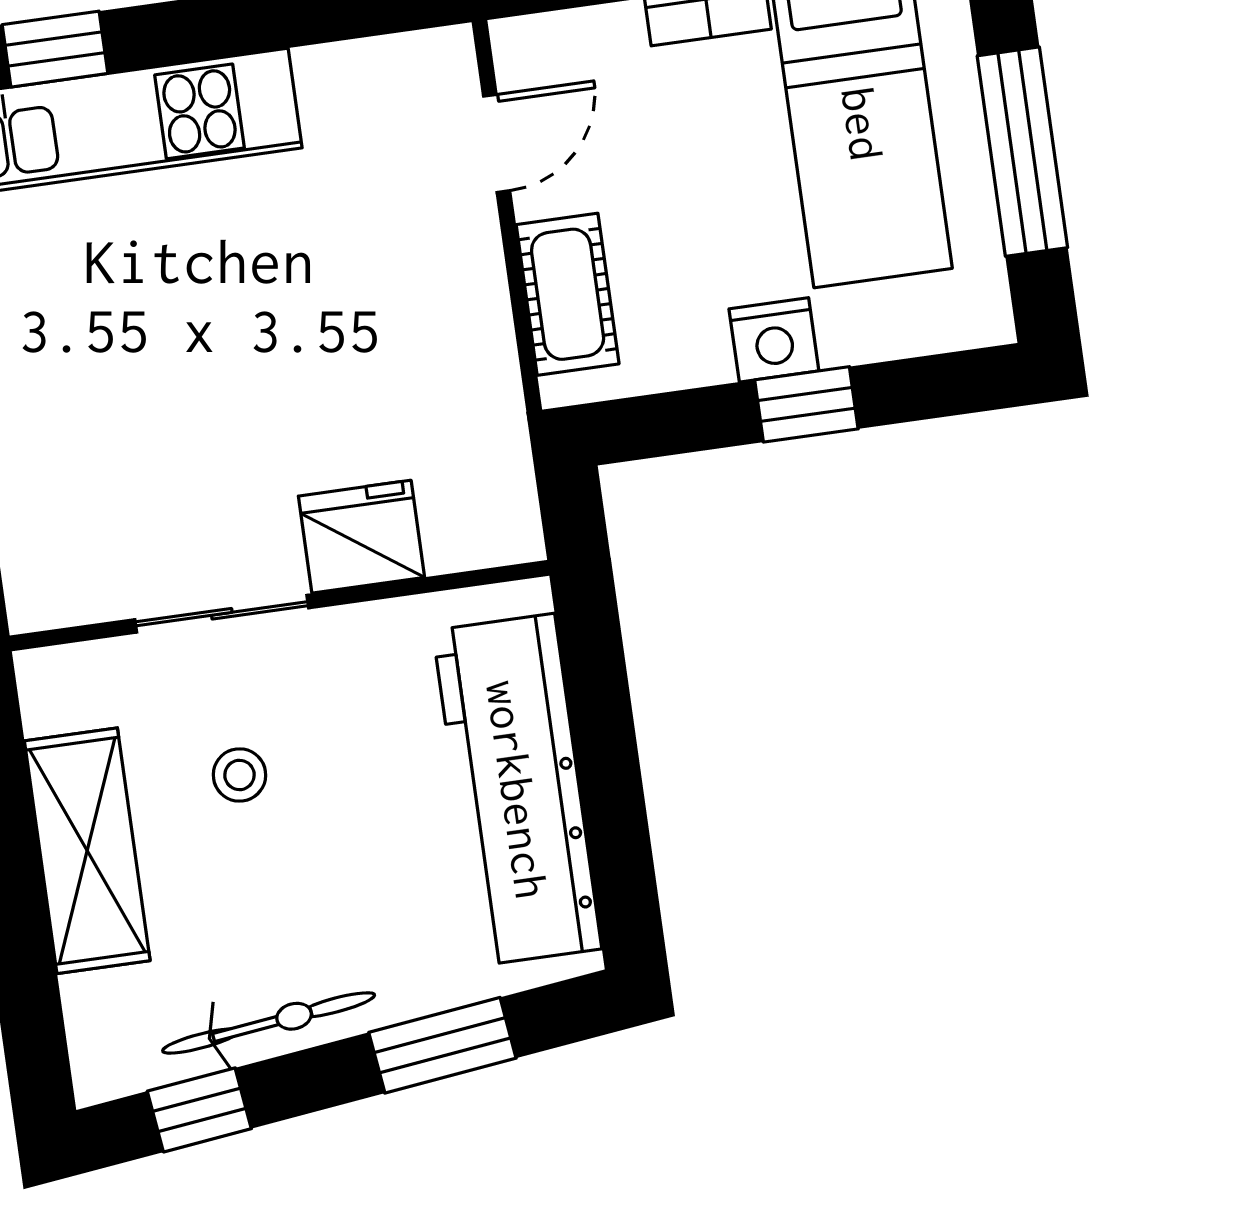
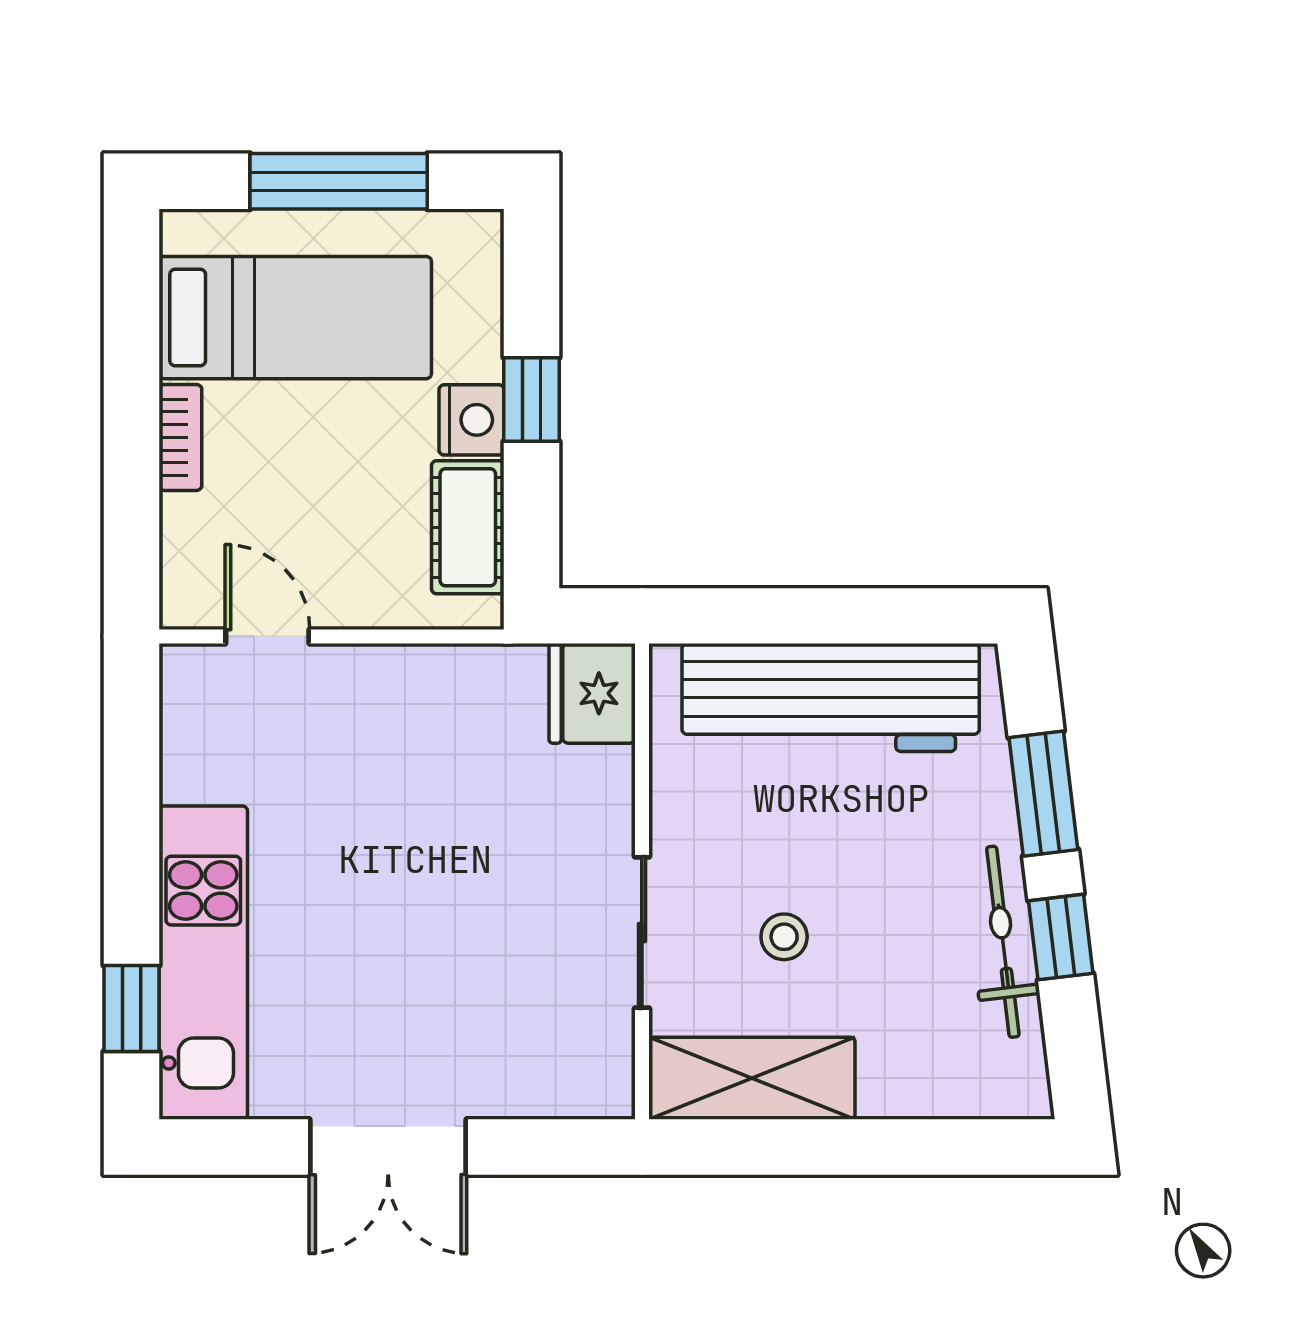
cot: (568, 294) -> (468, 527), moved, turned 90
fridge: (361, 537) -> (592, 693), moved
shelving: (87, 851) -> (752, 1078), moved
window: (199, 1110) -> (1061, 937), moved

